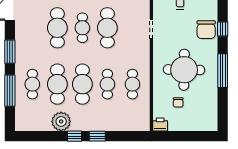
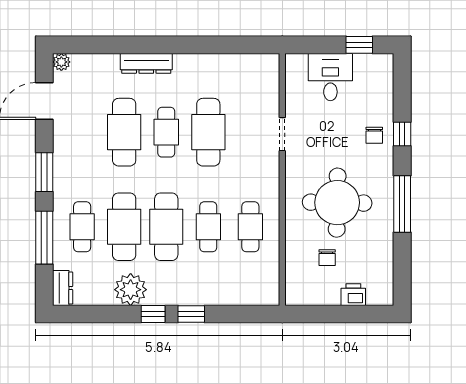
chair: (206, 30) -> (374, 135), width x0.54, depth x0.54
dresser: (21, 121) -> (63, 288), added
printer: (160, 124) -> (353, 295), moved

